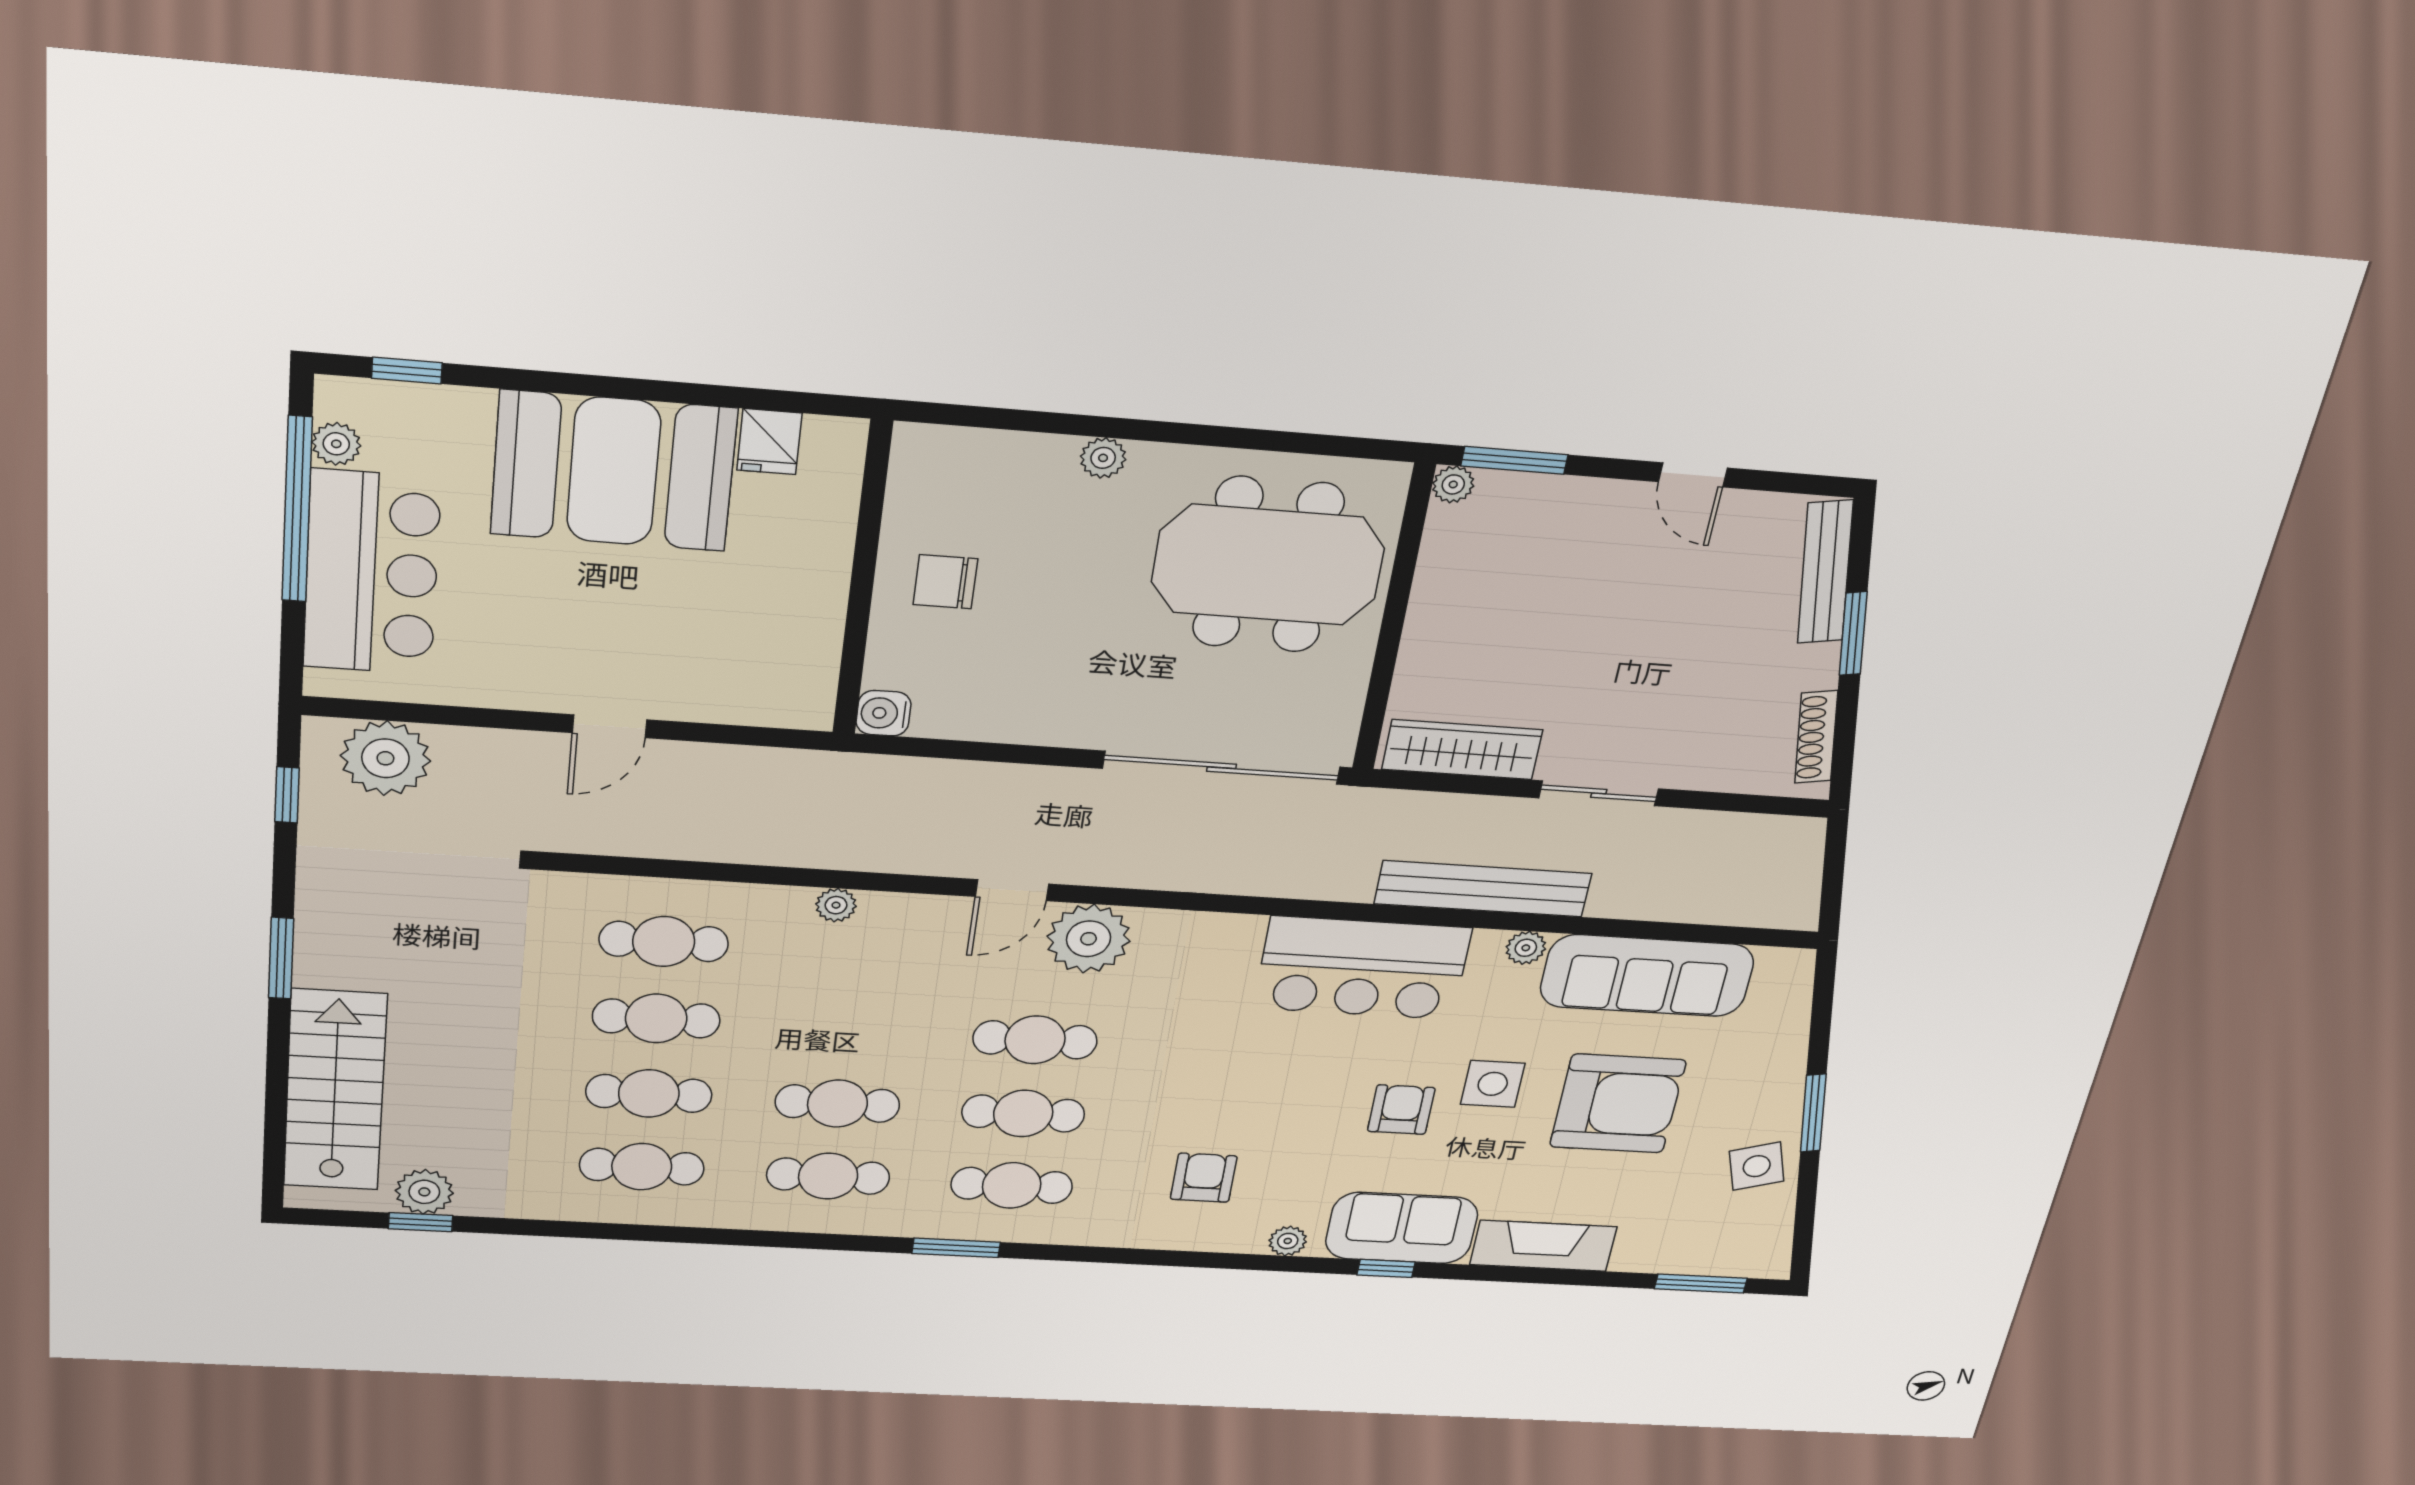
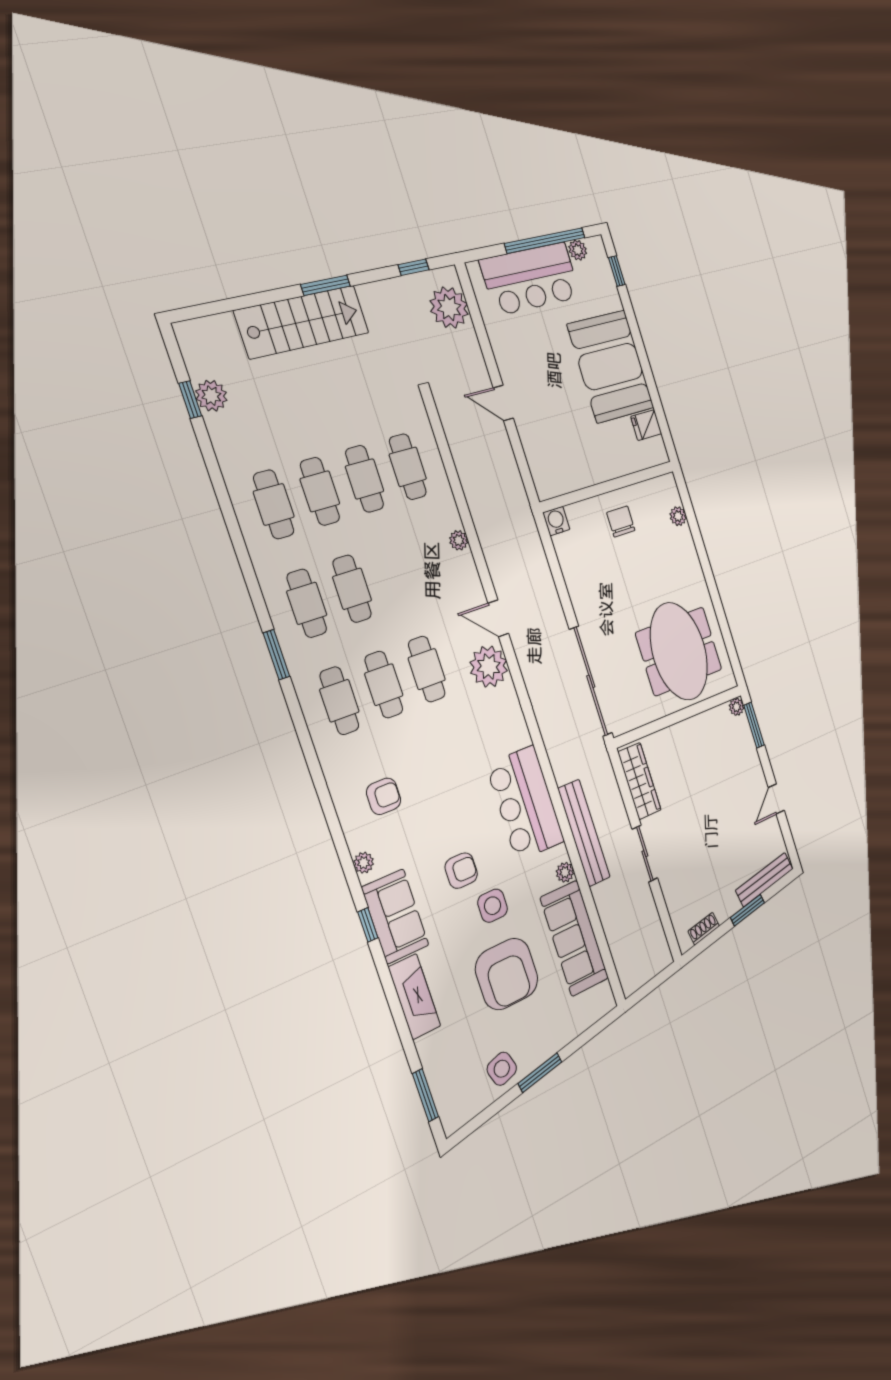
plant: (1103, 458) -> (678, 516), moved
shoe rack: (1816, 737) -> (704, 929), width x0.70
stairs: (335, 1091) -> (302, 322), moved
window: (956, 1248) -> (276, 655), moved

